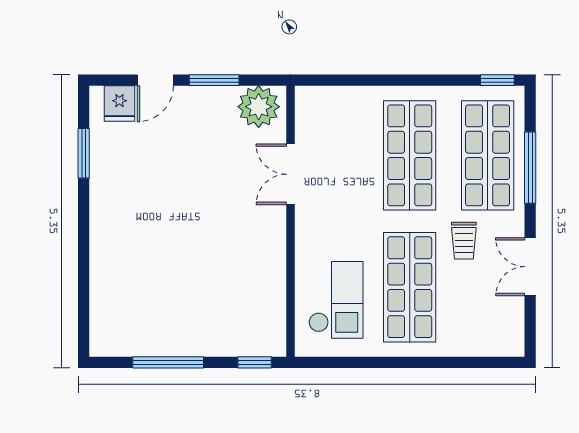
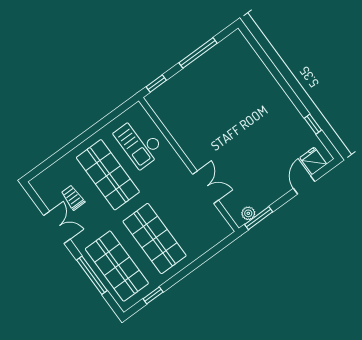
window: (214, 80) -> (259, 218), moved
window: (497, 80) -> (153, 295), moved
plant: (259, 107) -> (248, 213), width x0.53, depth x0.53
window: (84, 153) -> (313, 124), width x0.67
trolley: (464, 241) -> (73, 198), moved

